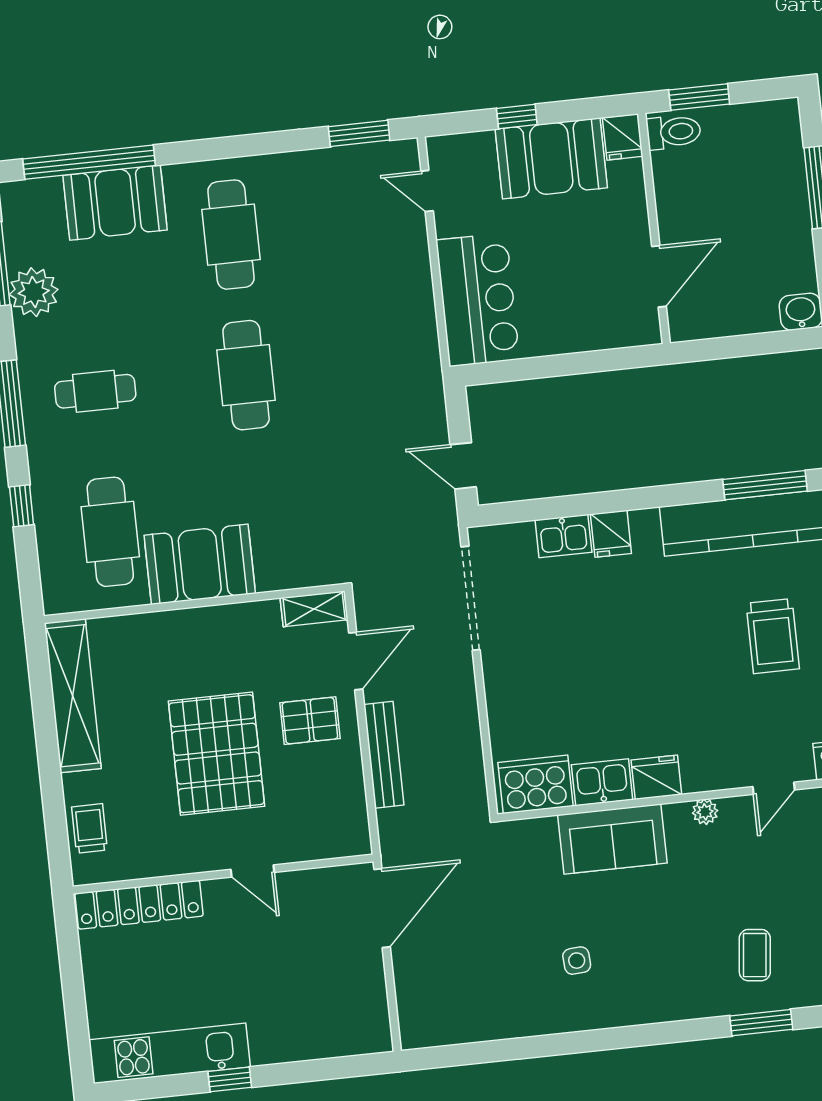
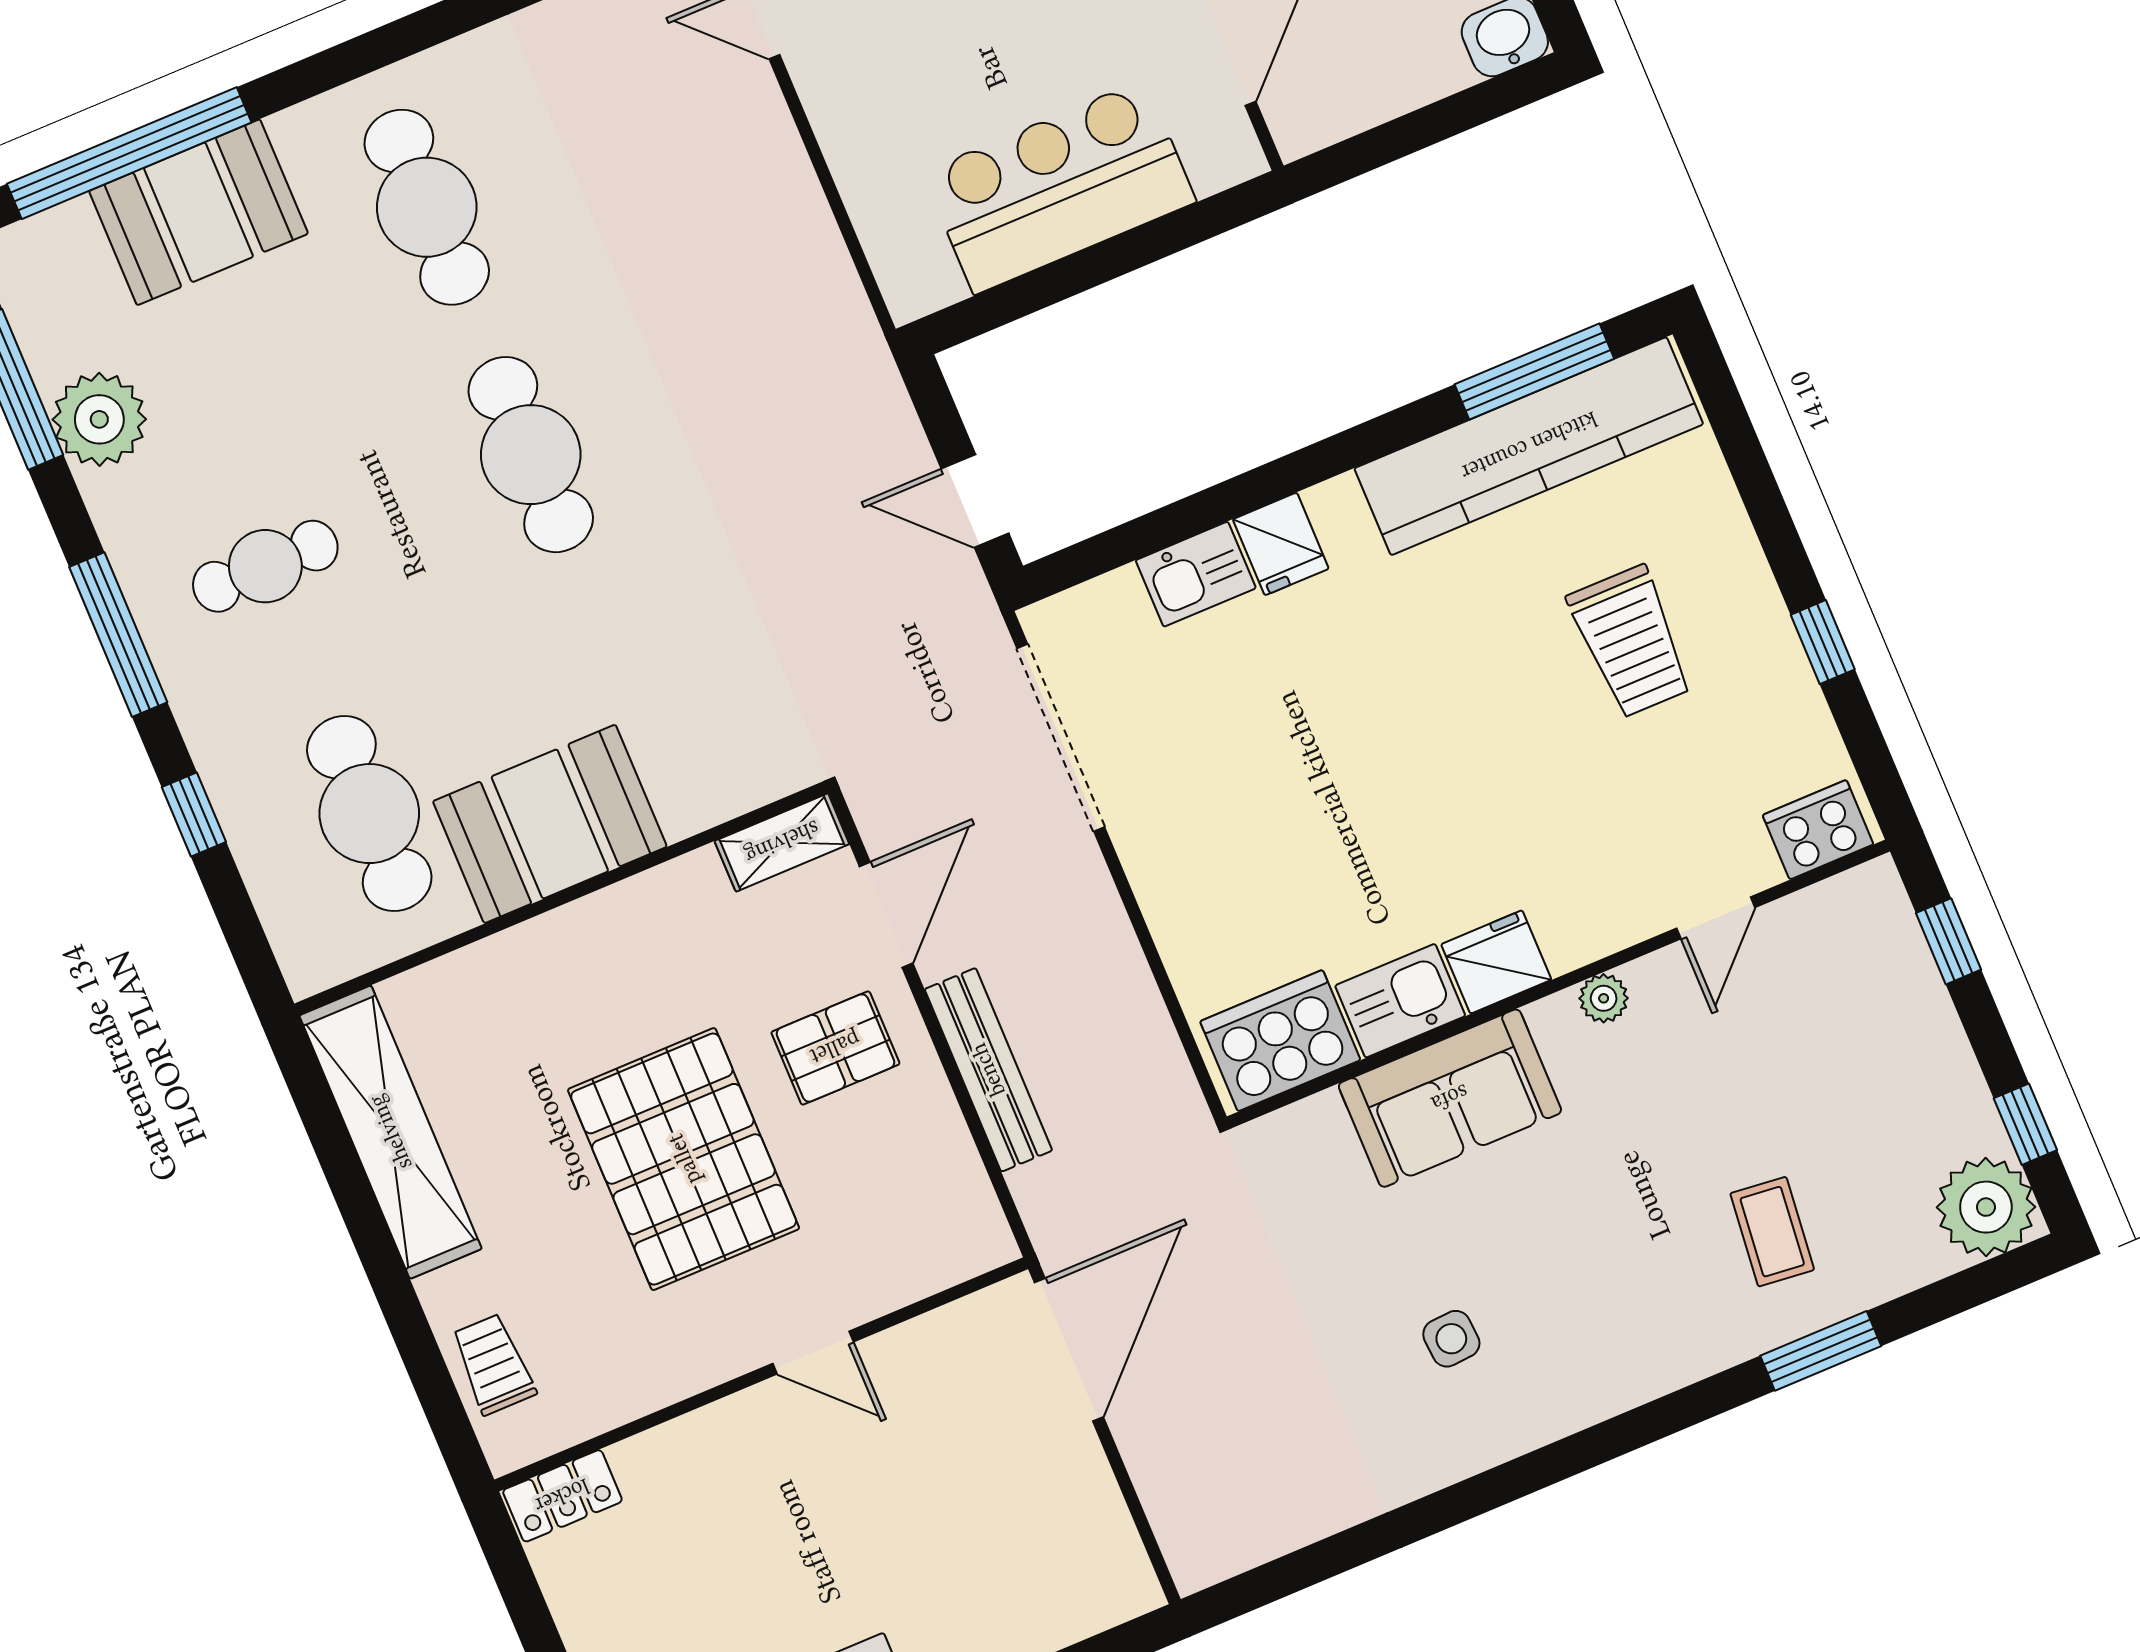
bar counter: (478, 300) -> (1059, 187), moved, turned -90
locker: (139, 905) -> (562, 1496), width x0.46, depth x0.83

